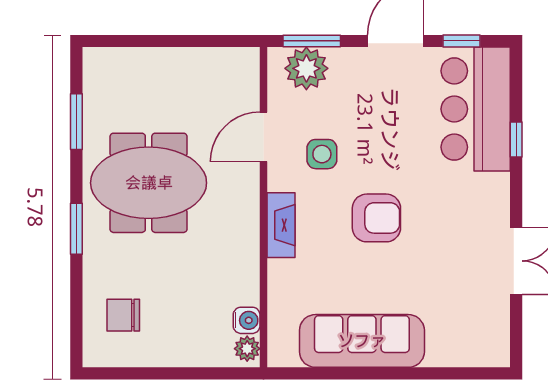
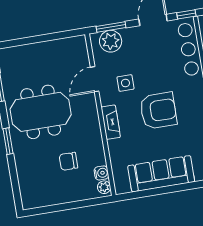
armchair: (376, 218) -> (158, 111), width x1.36, depth x1.36
chair: (123, 315) -> (68, 161), moved

